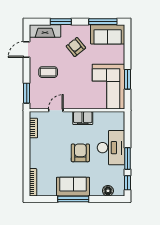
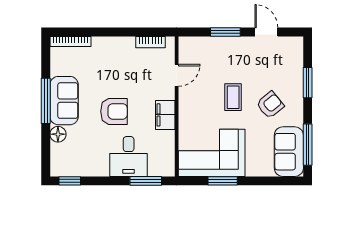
fireplace: (45, 31) -> (294, 59), removed
coffee table: (48, 72) -> (233, 97), moved
window: (27, 93) -> (225, 32), moved
door: (56, 110) -> (177, 75), hinge flipped
desk: (111, 148) -> (129, 157), width x0.73
window: (127, 159) -> (146, 181), moved
floor lamp: (108, 191) -> (58, 134), moved

